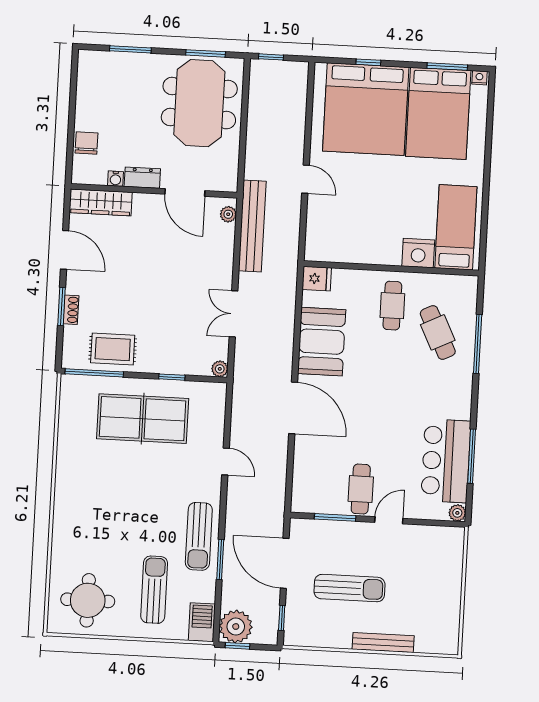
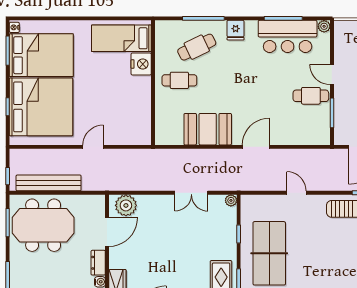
plant: (228, 214) -> (126, 205), width x1.88, depth x1.88
bench: (252, 226) -> (49, 183), moved
fridge: (317, 279) -> (236, 30), moved, turned 180
door: (293, 408) -> (256, 147), width x0.73
door: (226, 461) -> (296, 193), hinge flipped

